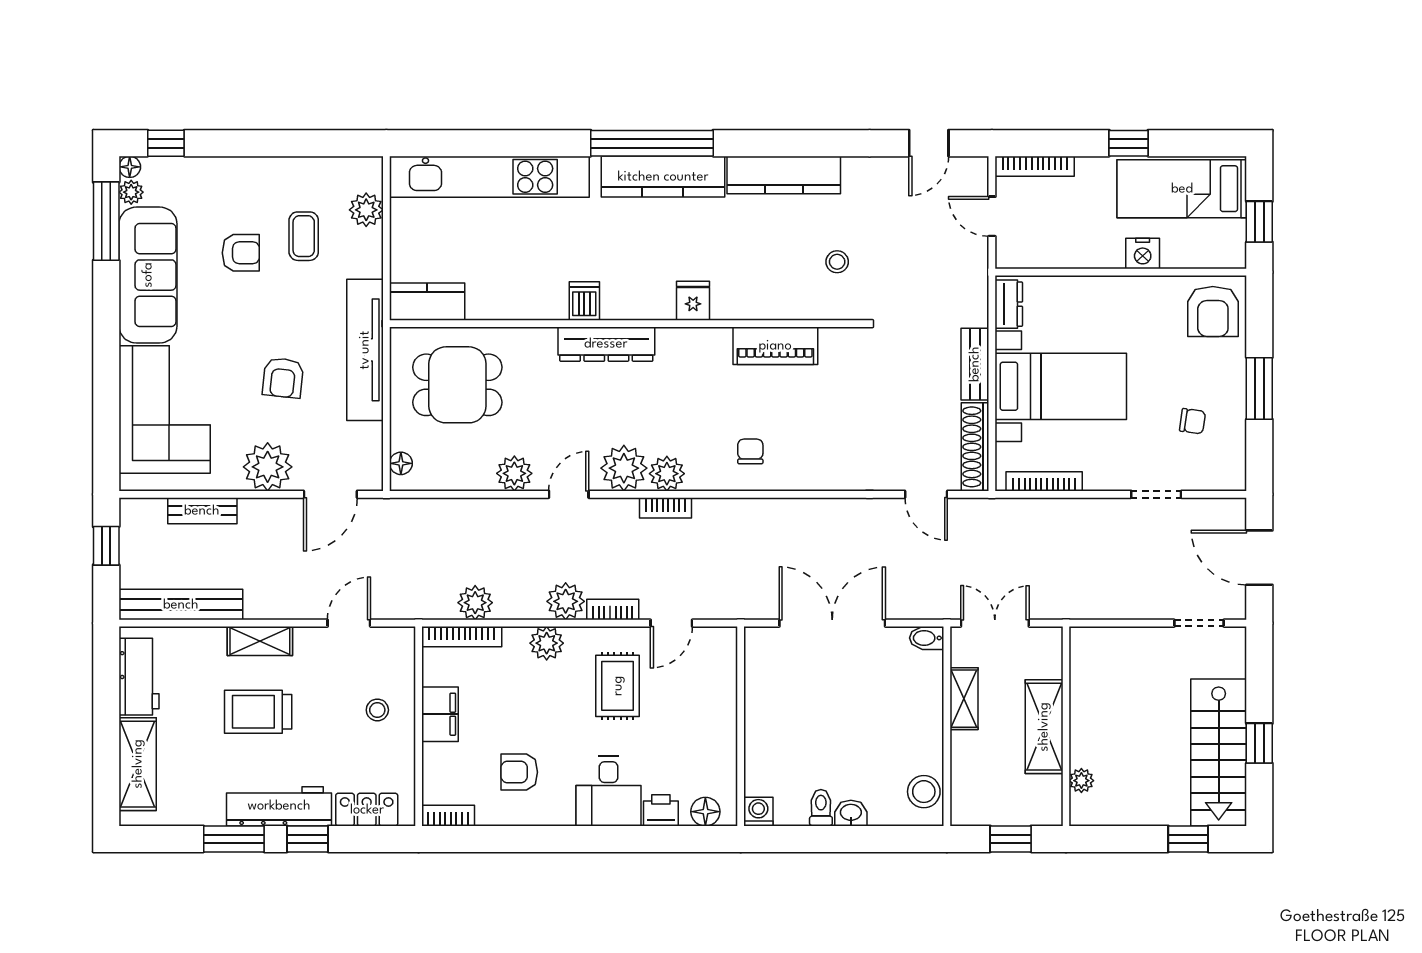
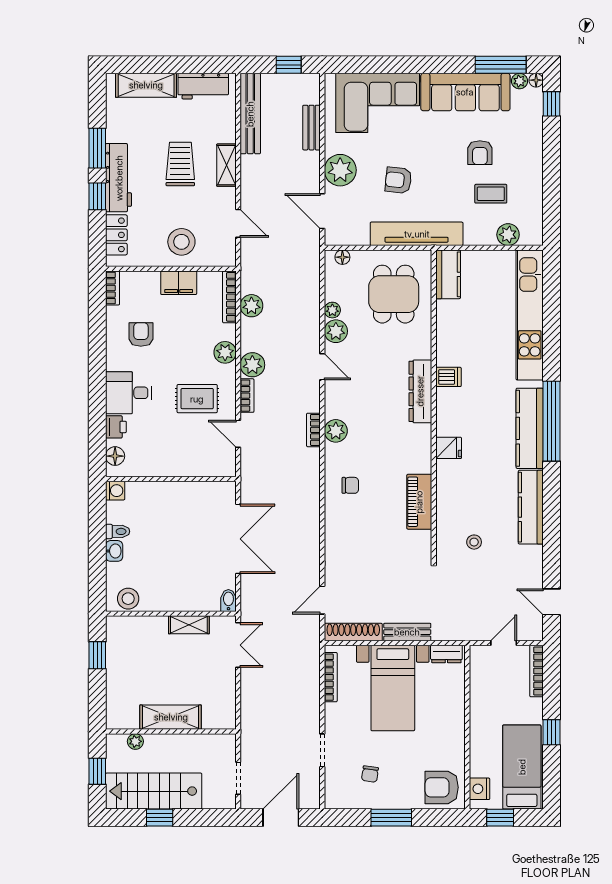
nightstand: (1143, 253) -> (480, 789), moved
plant: (624, 468) -> (332, 310), moved, width x0.53, depth x0.53
stool: (377, 710) -> (181, 242), width x1.89, depth x1.89
wall: (1066, 726) -> (171, 731), moved
shelving: (1044, 727) -> (171, 717), moved
plant: (1081, 781) -> (135, 741), moved

